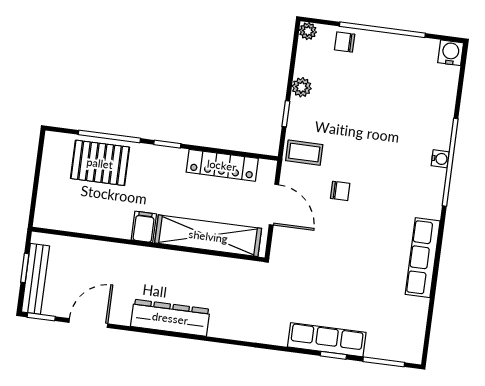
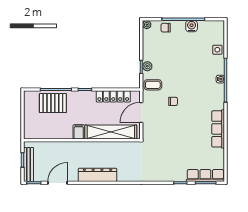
water cooler: (451, 53) -> (192, 26), moved
plant: (302, 87) -> (147, 66), moved
side table: (442, 100) -> (217, 50), added
door: (274, 205) -> (141, 112), swing flipped
row of seats: (327, 340) -> (205, 176), moved

